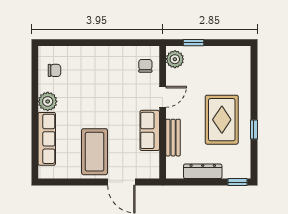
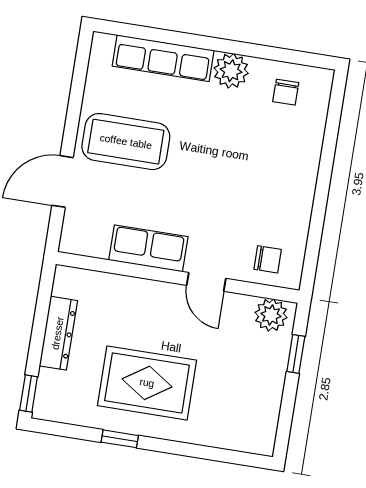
bench: (173, 138) -> (129, 289), removed

